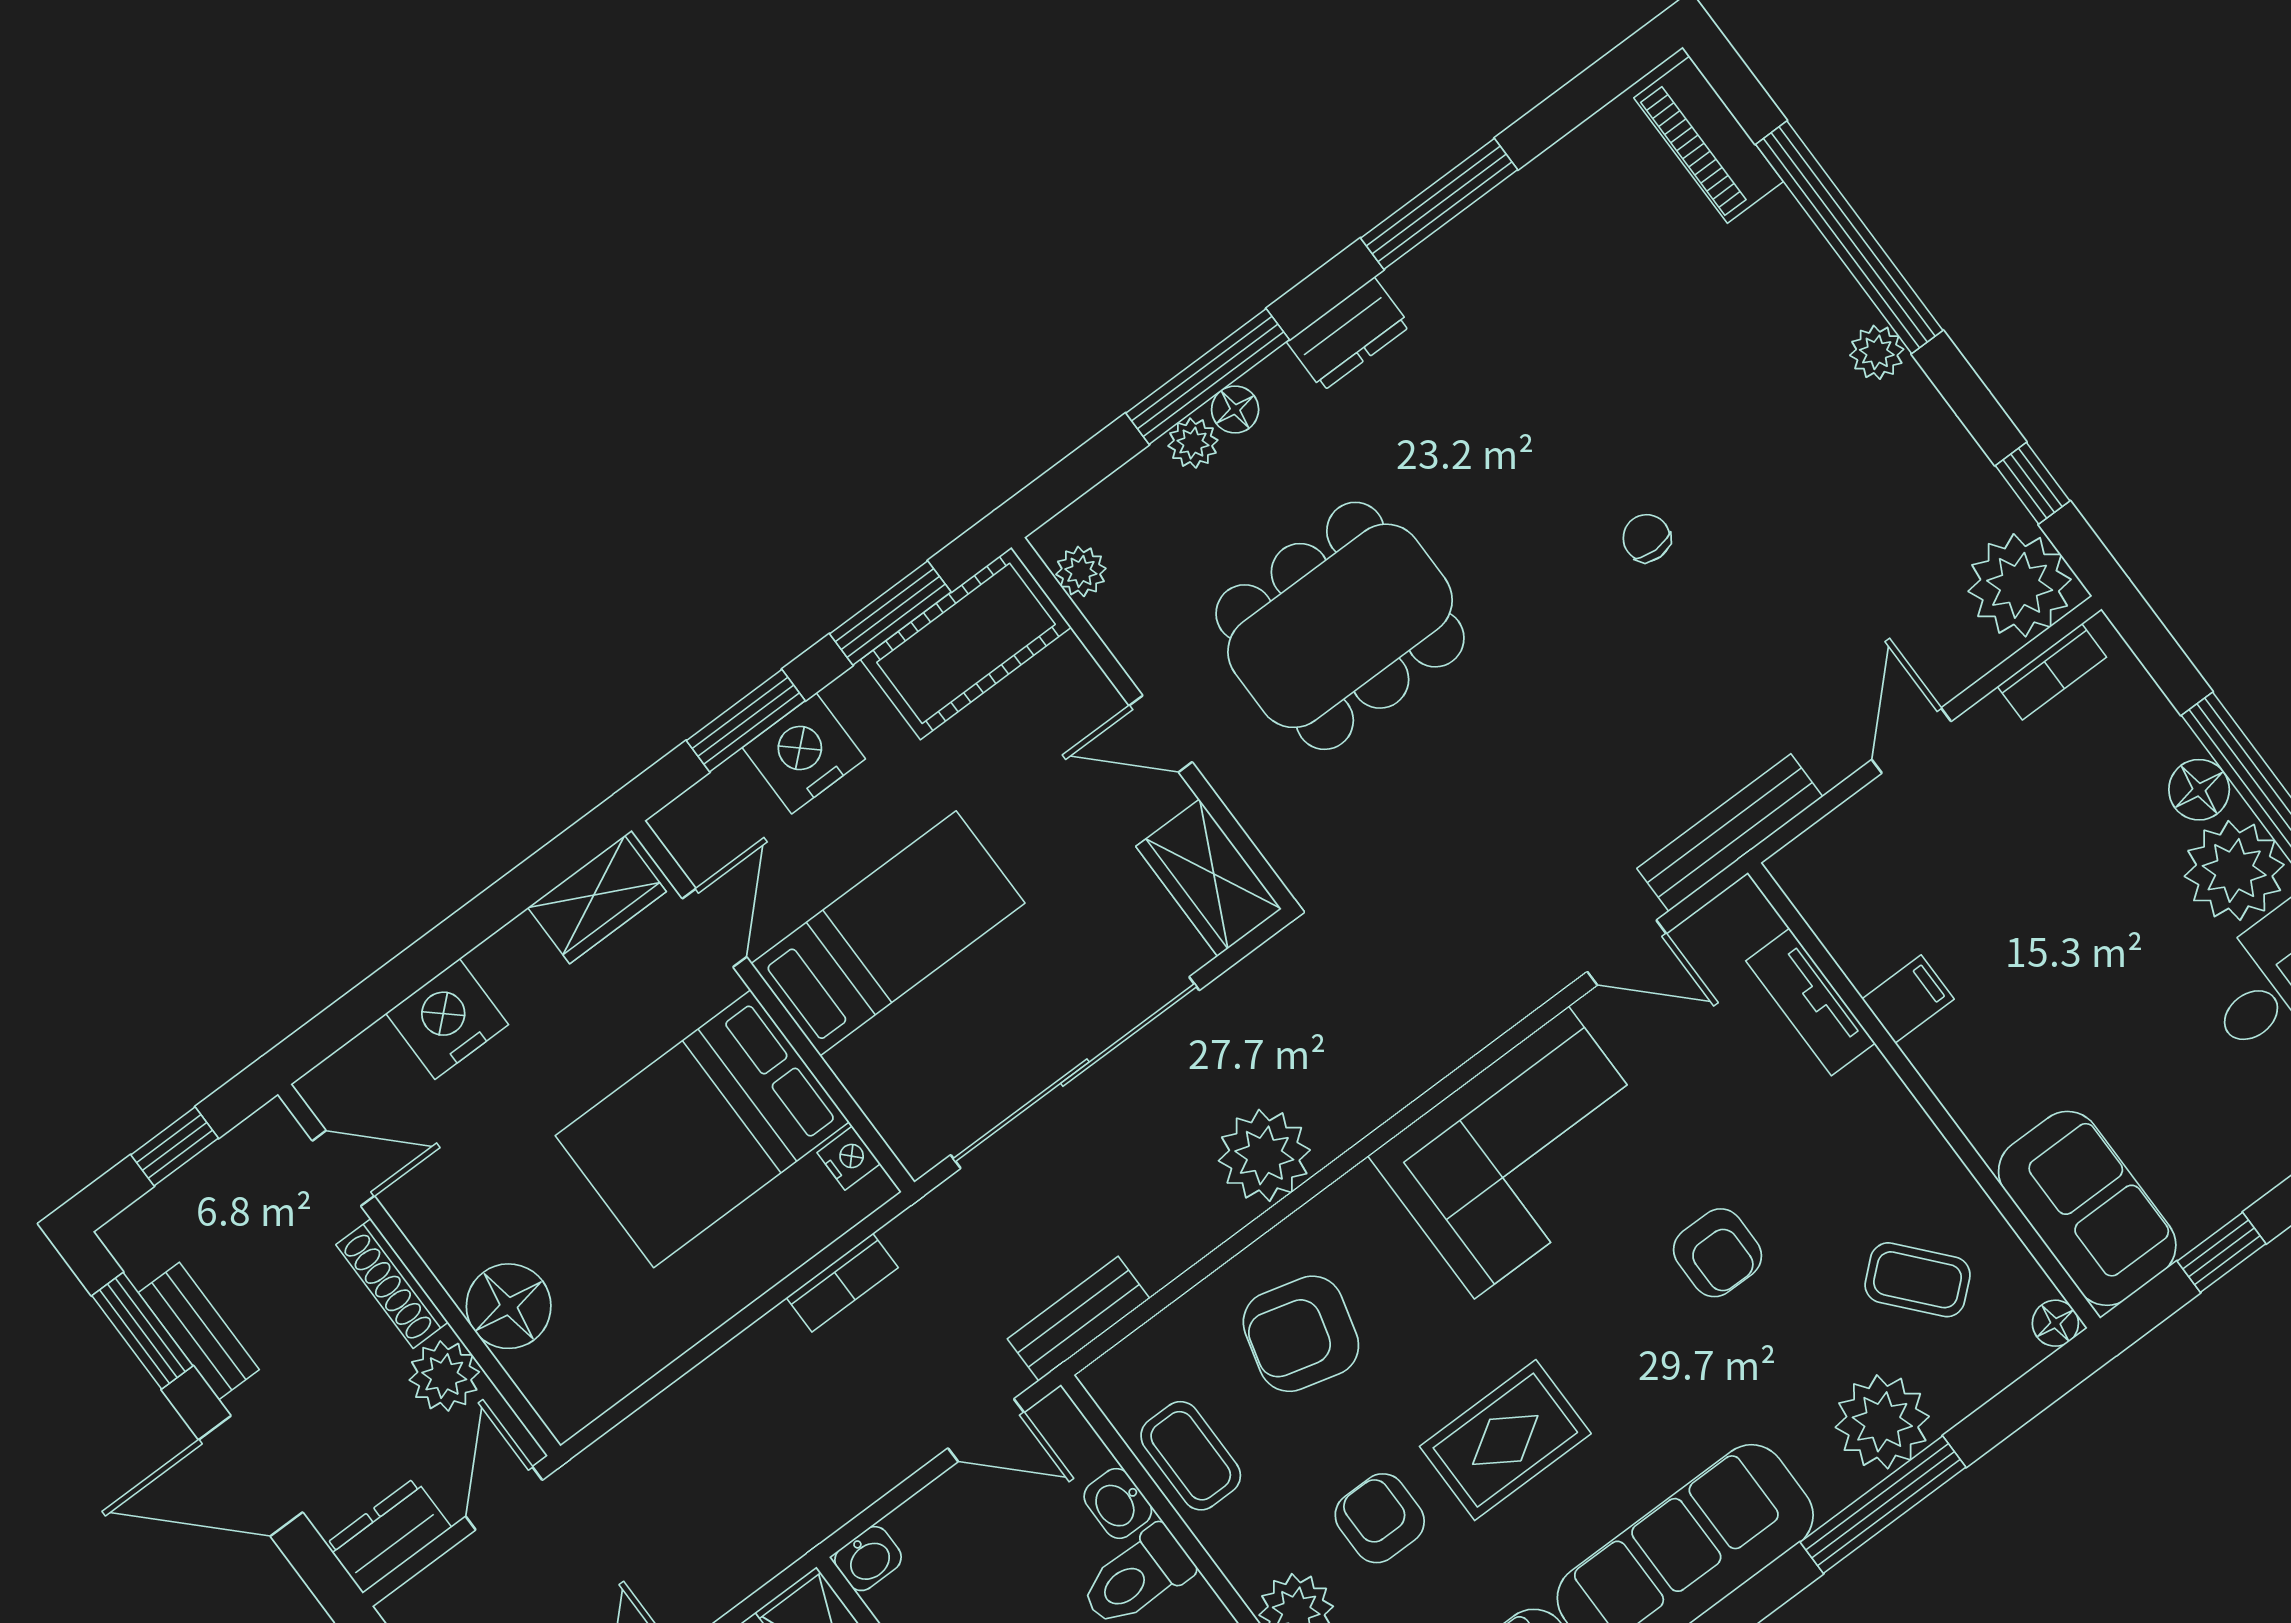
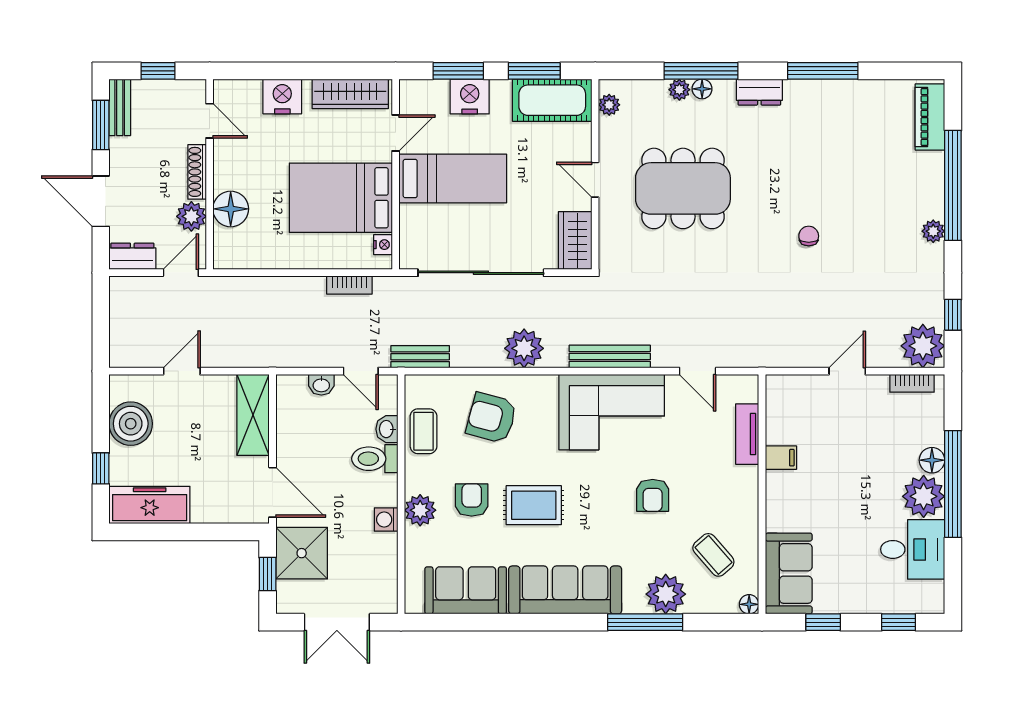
bench: (1730, 833) -> (610, 357), moved
wardrobe: (597, 900) -> (350, 94), width x1.50
bench: (199, 1331) -> (120, 107), moved
washbasin: (868, 1559) -> (321, 385), moved

